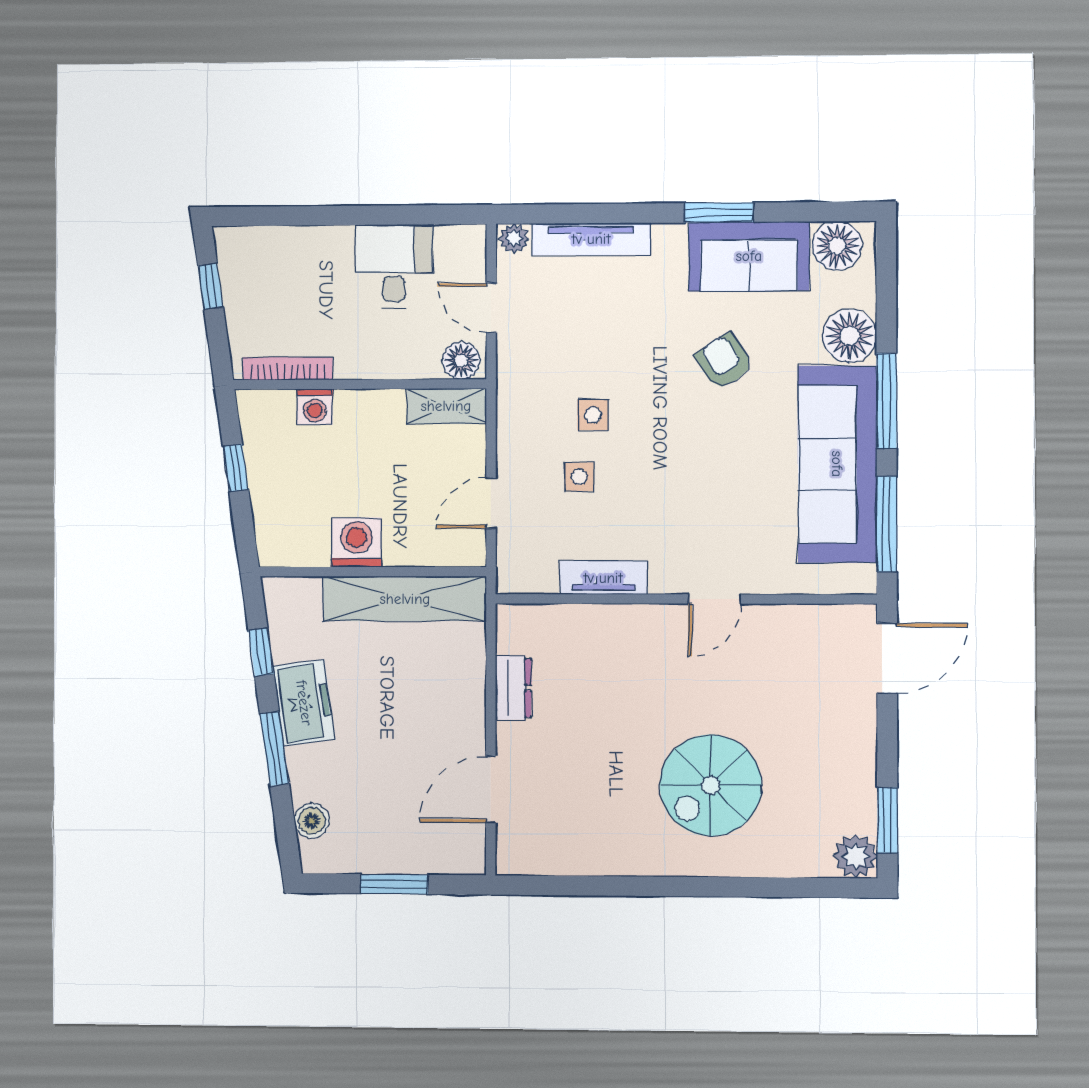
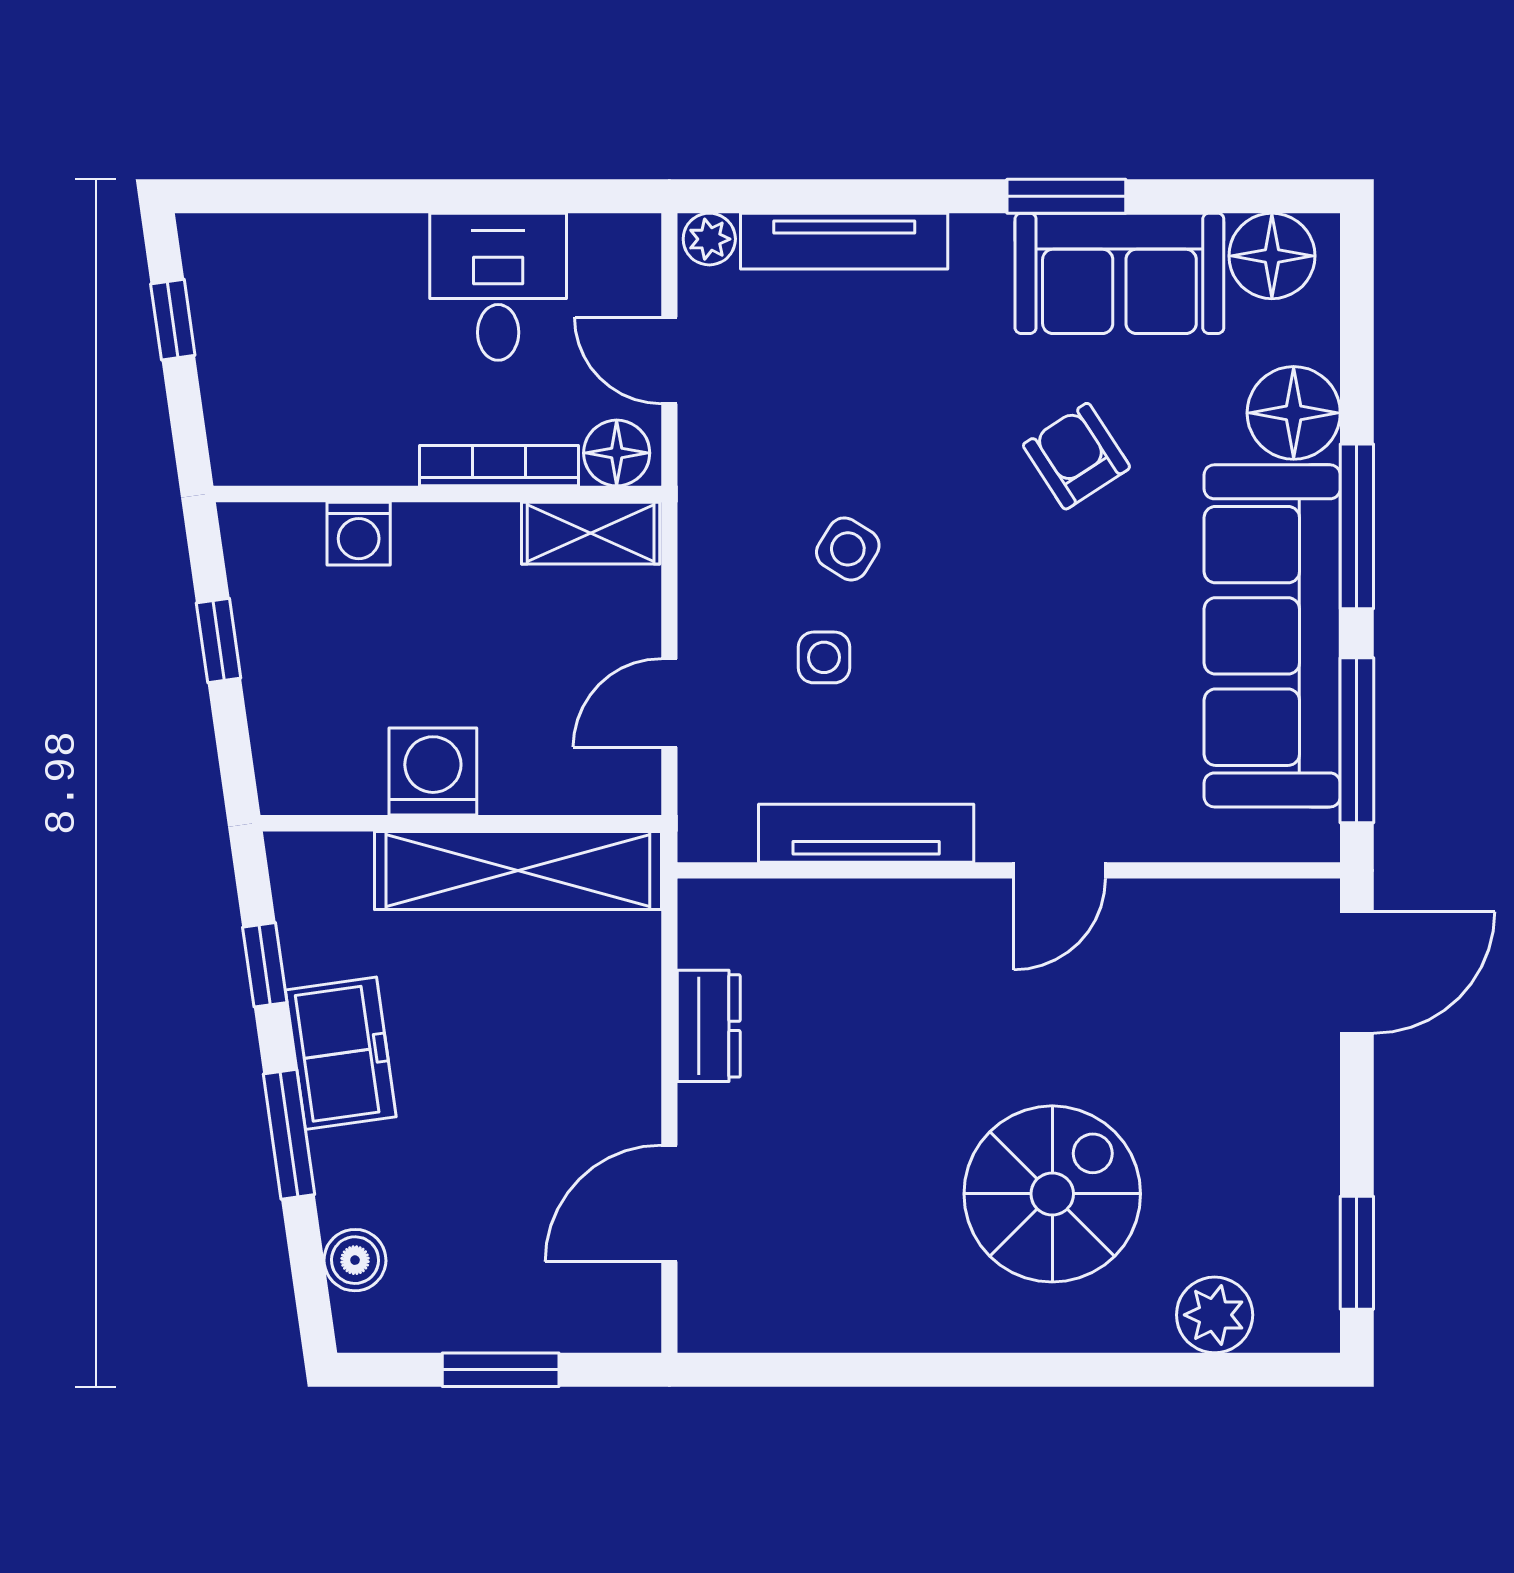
bookcase: (288, 368) -> (499, 466), moved
side table: (593, 415) -> (848, 549), turned 32
tv unit: (603, 578) -> (866, 833), width x1.41
spiral stairs: (711, 785) -> (1052, 1194), turned 180
plant: (856, 856) -> (1215, 1315), moved

